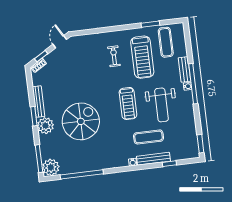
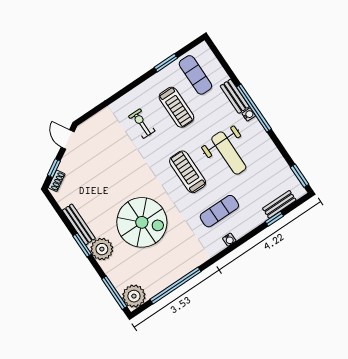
treadmill: (142, 57) -> (176, 107), width x0.73, depth x0.73
treadmill: (128, 103) -> (188, 172), turned 180
spiral stairs: (81, 121) -> (142, 222), turned 90
exercise mat: (149, 137) -> (219, 211), moved
bench: (153, 159) -> (279, 204), moved, width x0.73

